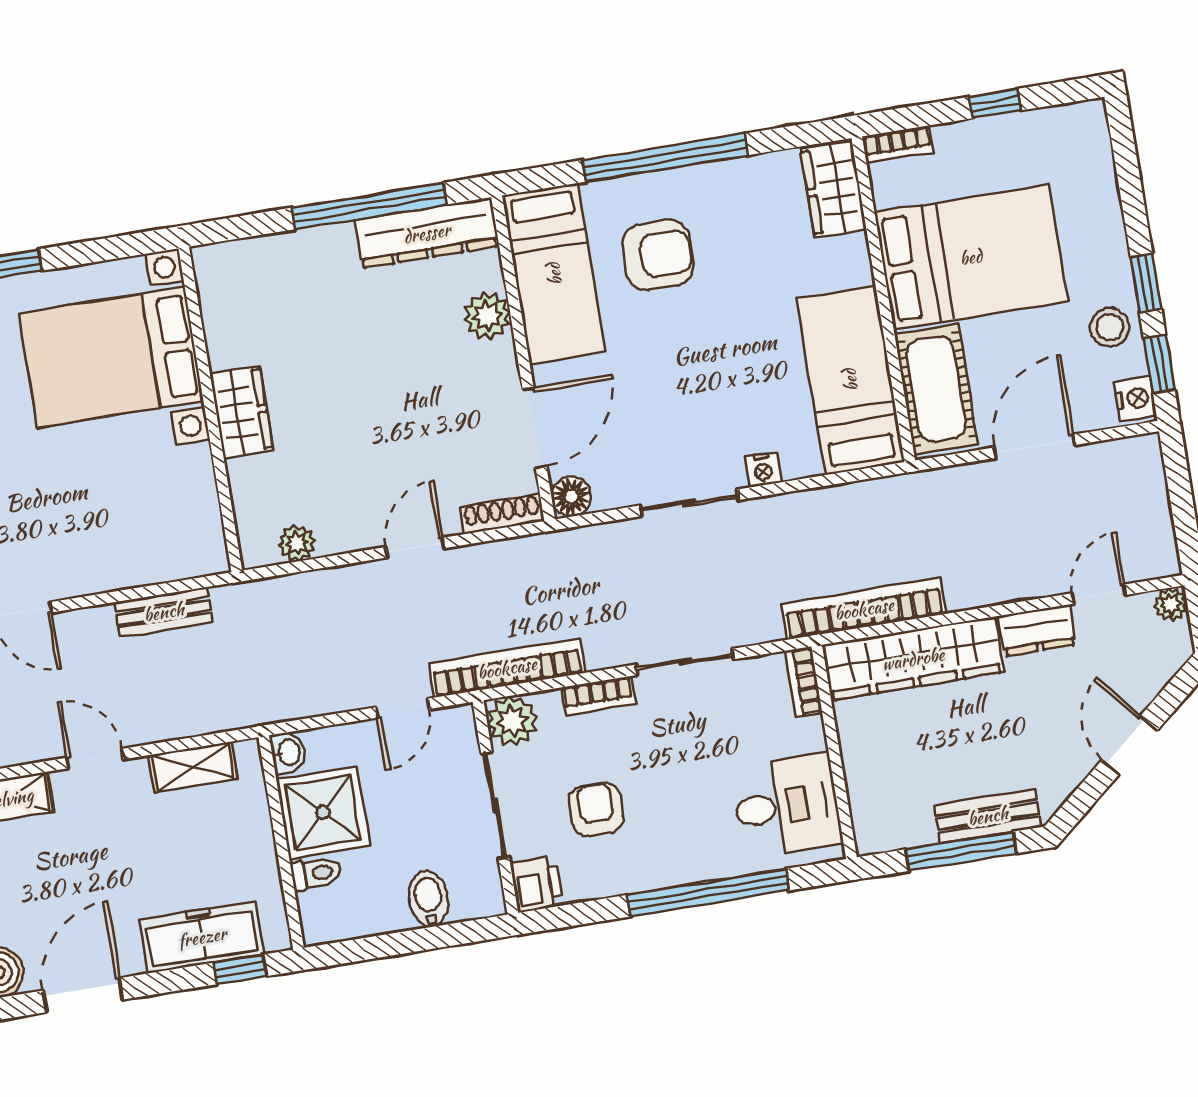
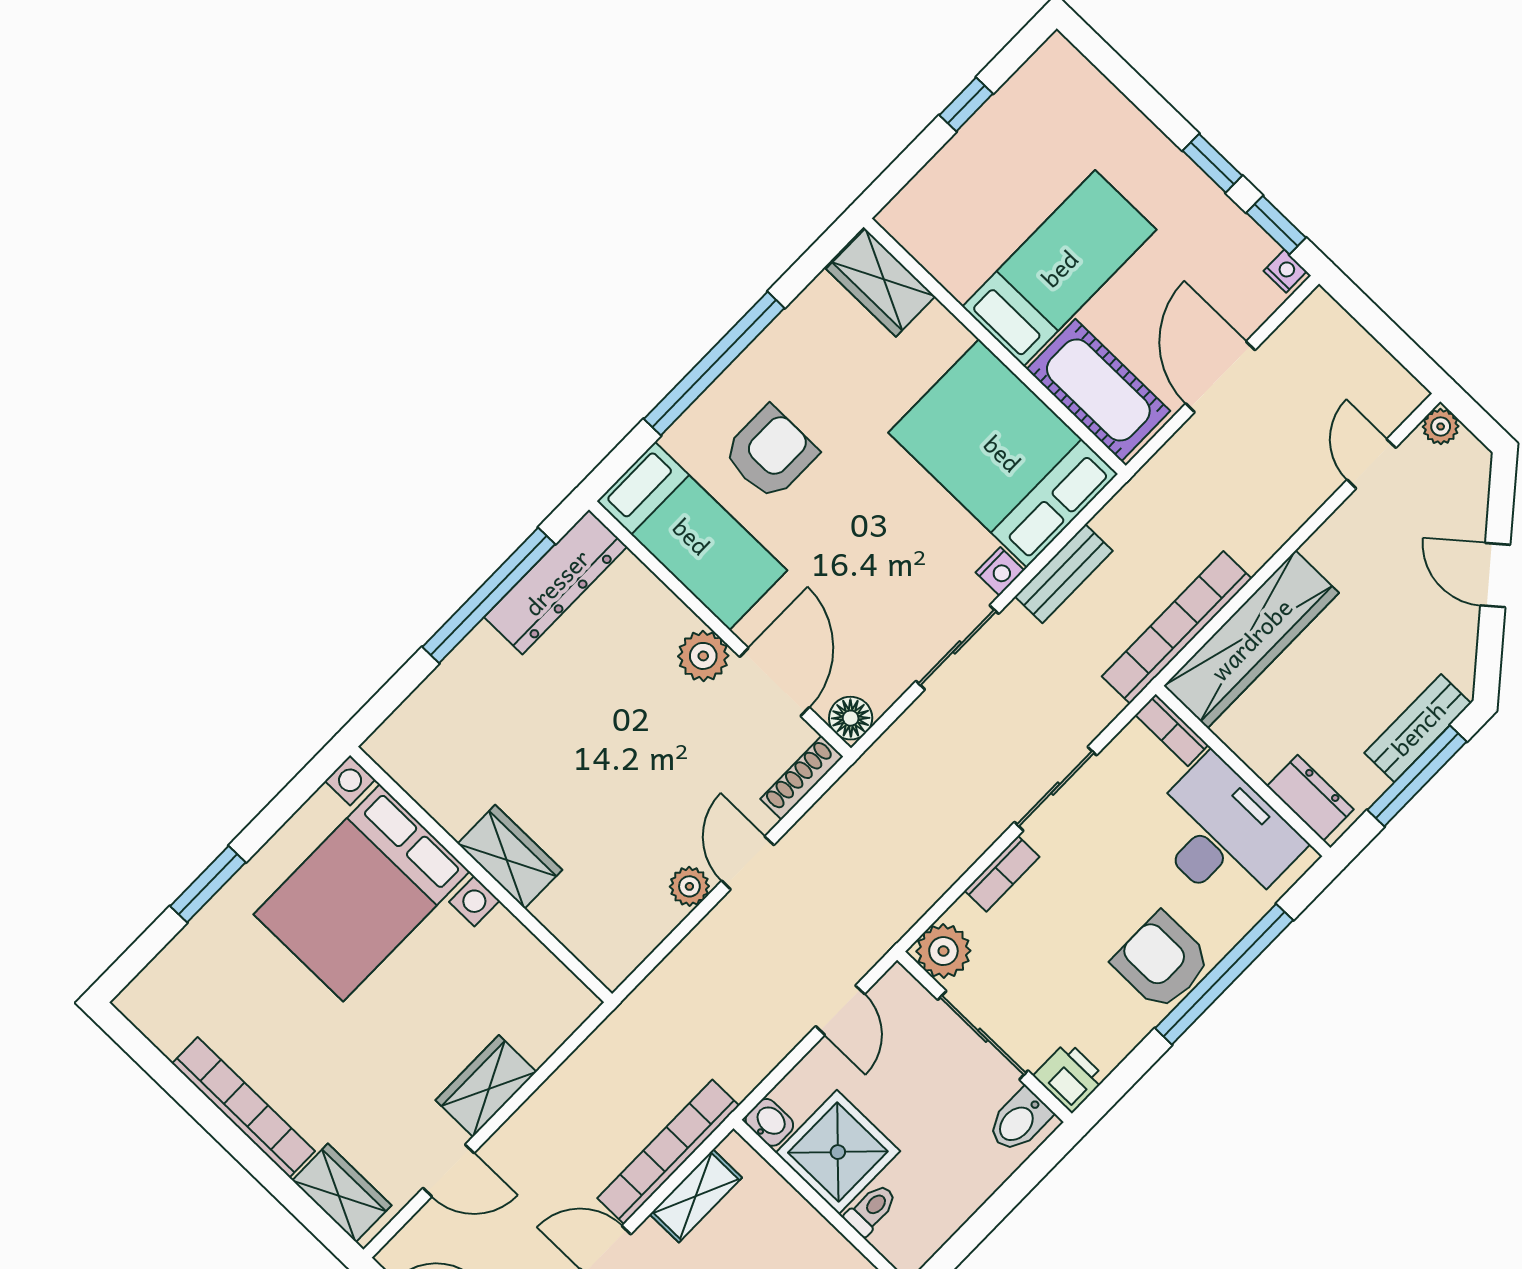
bookcase: (898, 144) -> (908, 202), removed
bed: (971, 257) -> (1059, 268), width x0.67
plant: (487, 316) -> (703, 656), moved
stool: (1110, 327) -> (1209, 225), removed
bed: (850, 380) -> (1003, 453), width x1.50
nightstand: (1135, 398) -> (1285, 271), width x0.72, depth x0.74
plant: (297, 543) -> (689, 886), moved
wardrobe: (97, 570) -> (486, 1086), added
bench: (164, 612) -> (1064, 574), moved
dresser: (1037, 630) -> (1310, 798), moved, turned -90
bookcase: (507, 668) -> (668, 1152), moved
desk: (787, 806) -> (1223, 835), width x1.37
armchair: (596, 809) -> (1162, 961), moved, width x1.38, depth x1.38
bidet: (429, 899) -> (1019, 1121), moved, turned -90

